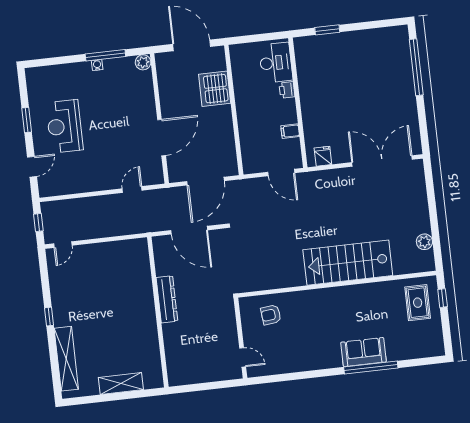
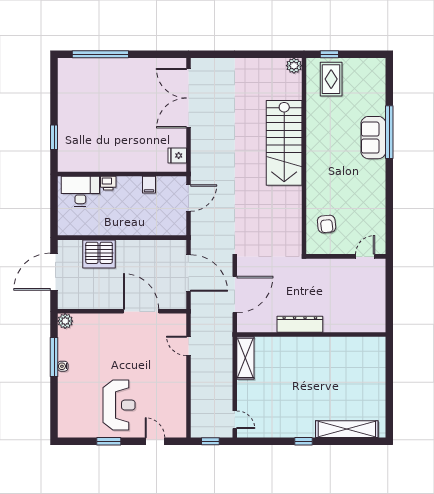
reception desk: (65, 126) -> (119, 405), turned -90
plant: (424, 242) -> (294, 66), moved
rug: (418, 303) -> (331, 79), turned 90
shelving: (121, 384) -> (245, 358), moved

